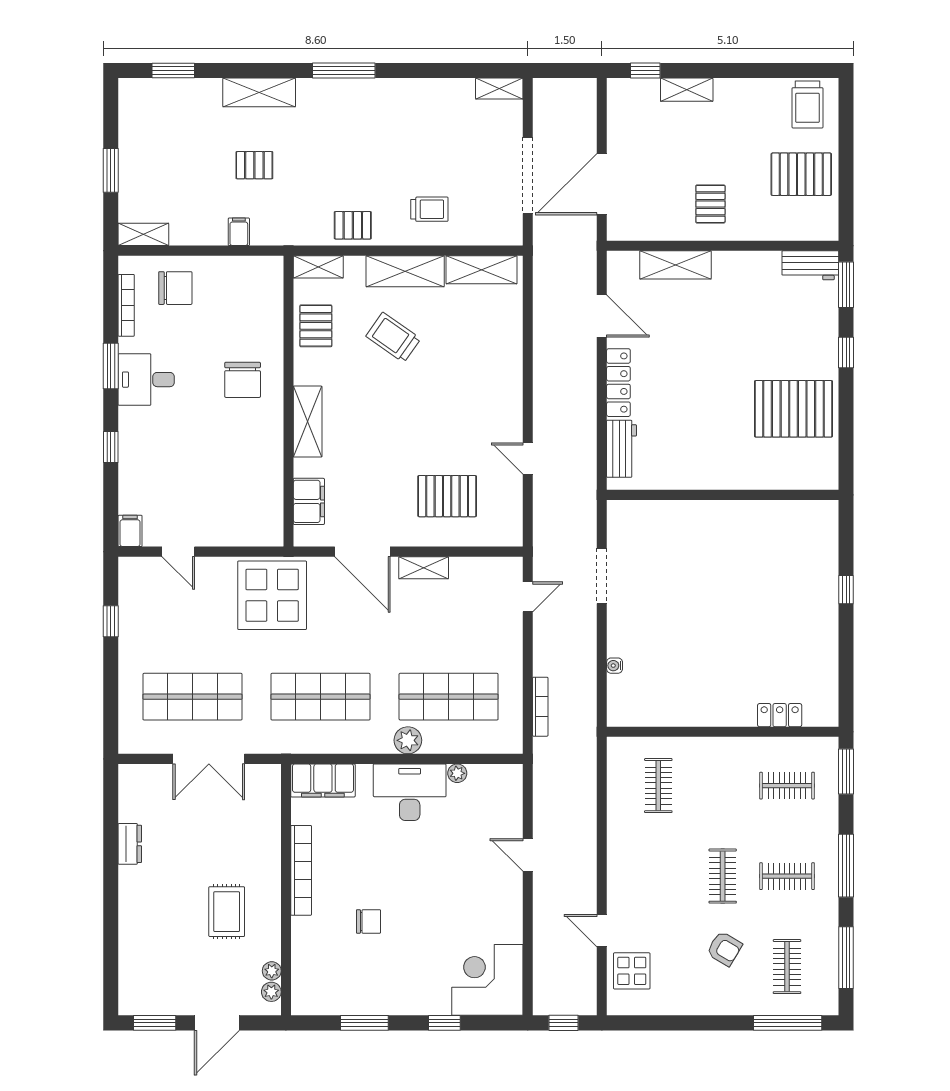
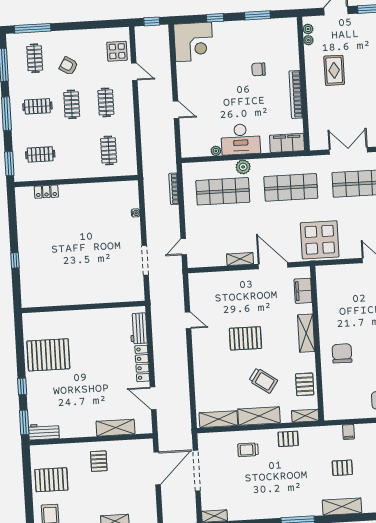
pallet: (447, 496) -> (245, 338), moved
clothes rail: (658, 876) -> (106, 102), added

